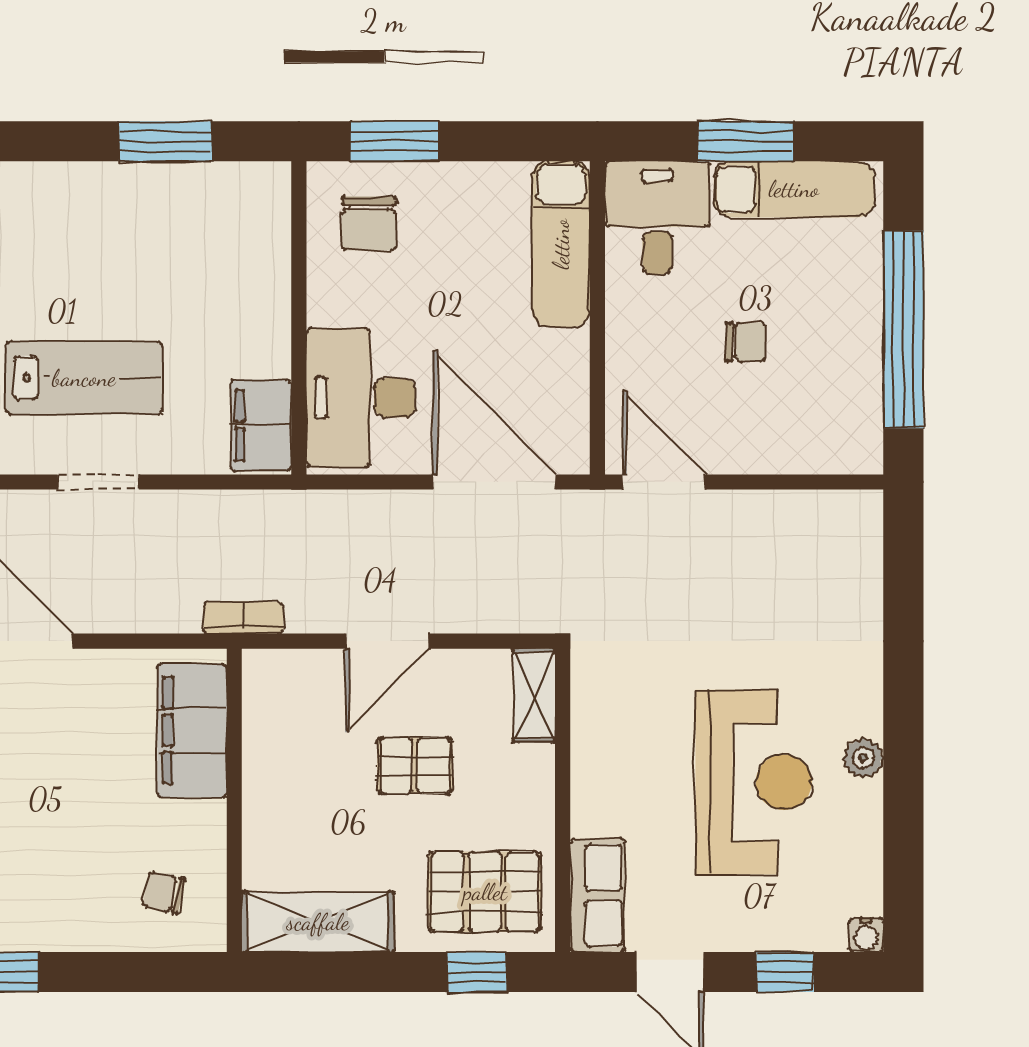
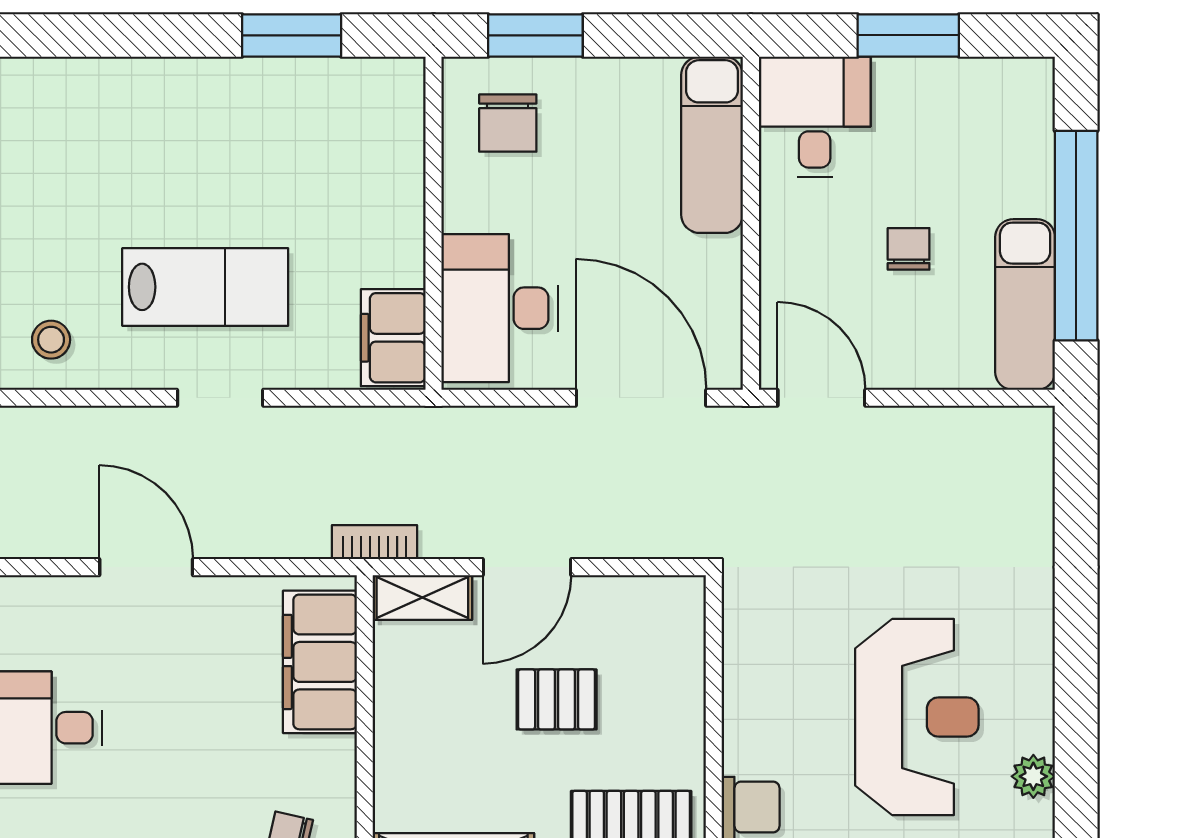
exam couch: (794, 189) -> (1025, 305), moved, turned 90
chair: (746, 342) -> (909, 249), turned -90
shelving: (534, 695) -> (422, 597), moved, turned 90
plant: (863, 758) -> (1033, 776), moved

